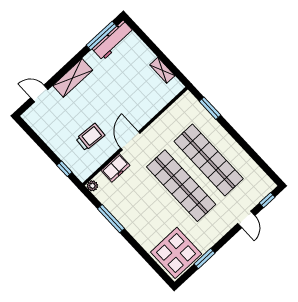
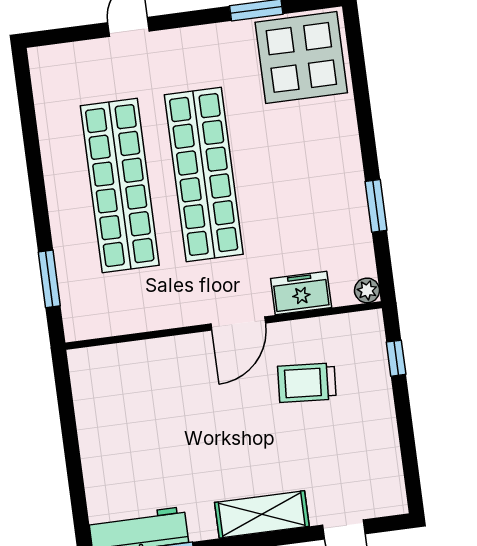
shelving: (162, 70) -> (87, 411), removed
window: (267, 200) -> (65, 35), removed
window: (111, 219) -> (376, 206), width x0.69

